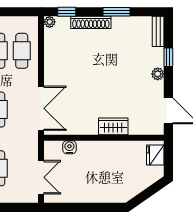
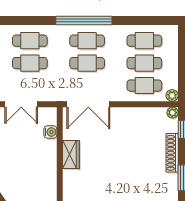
plant: (32, 22) -> (172, 95), added
wardrobe: (113, 126) -> (71, 154), moved

